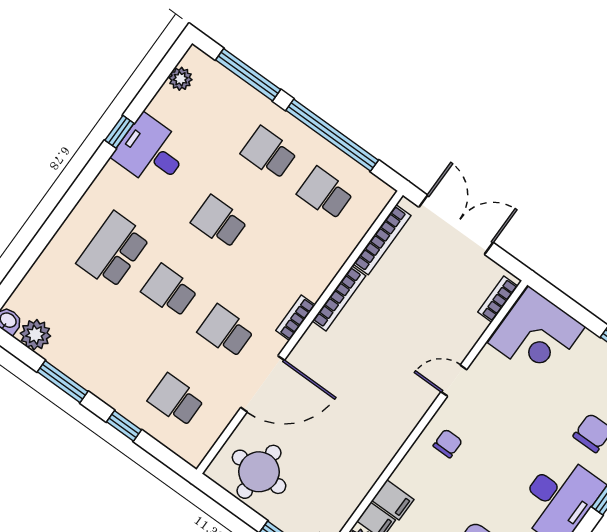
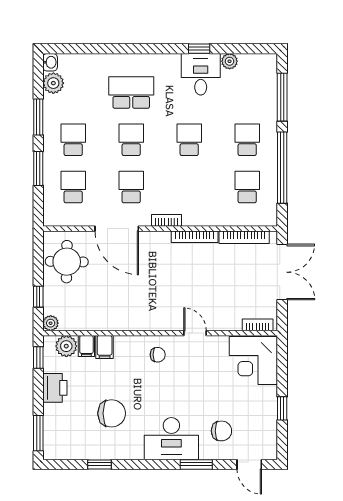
plant: (180, 79) -> (230, 61), moved
school desk: (120, 360) -> (73, 140), added
window: (124, 426) -> (38, 169), width x1.50

